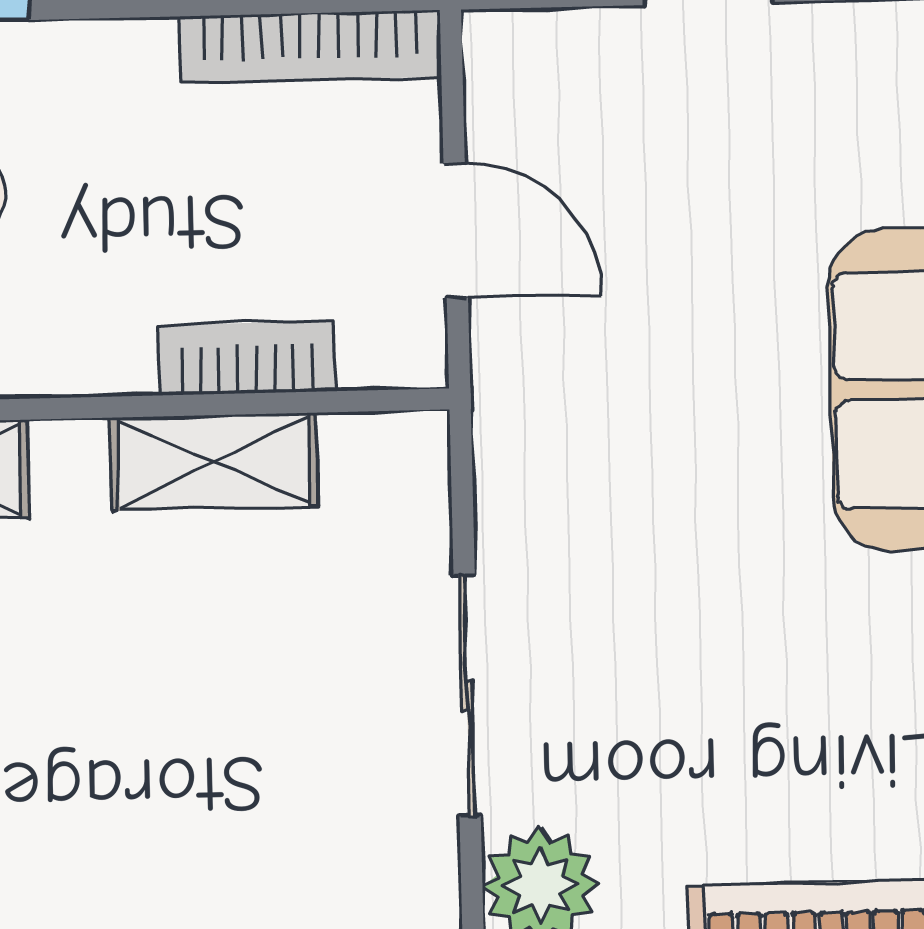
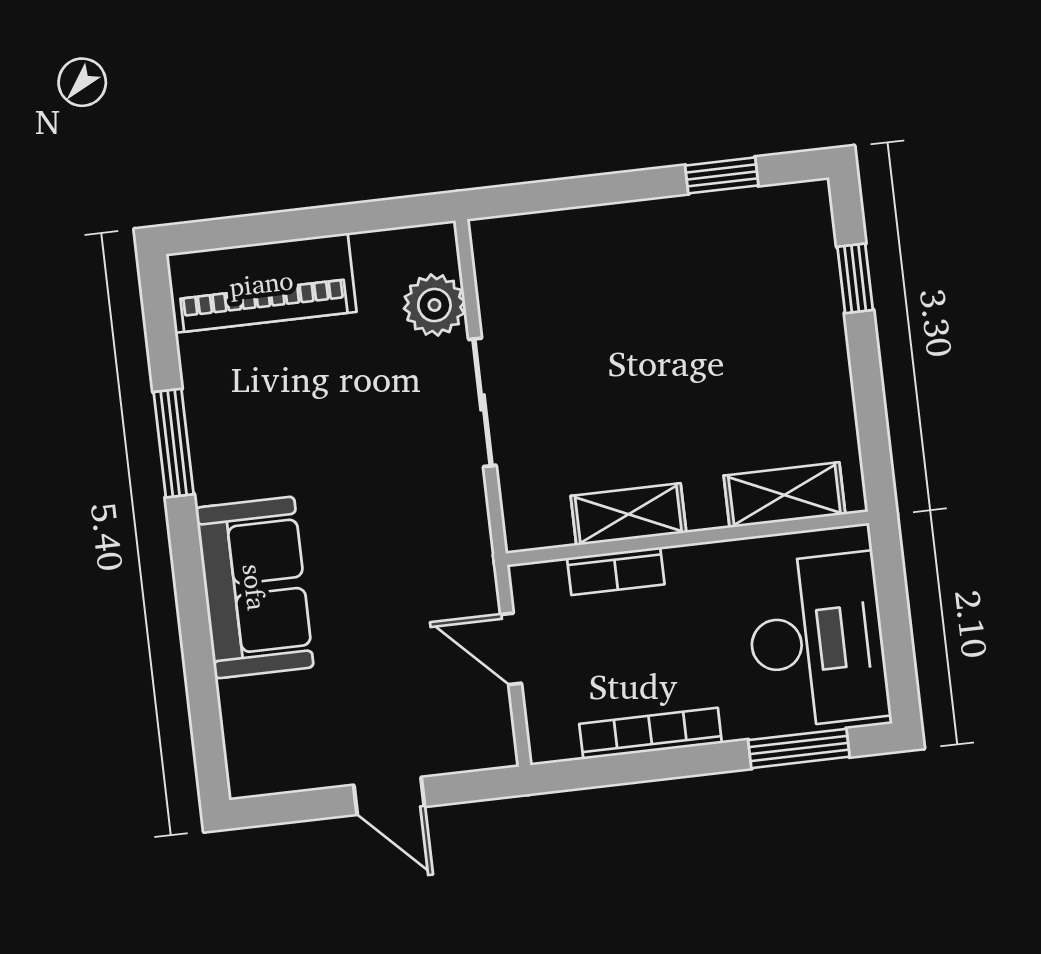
bookcase: (310, 47) -> (651, 733), moved

